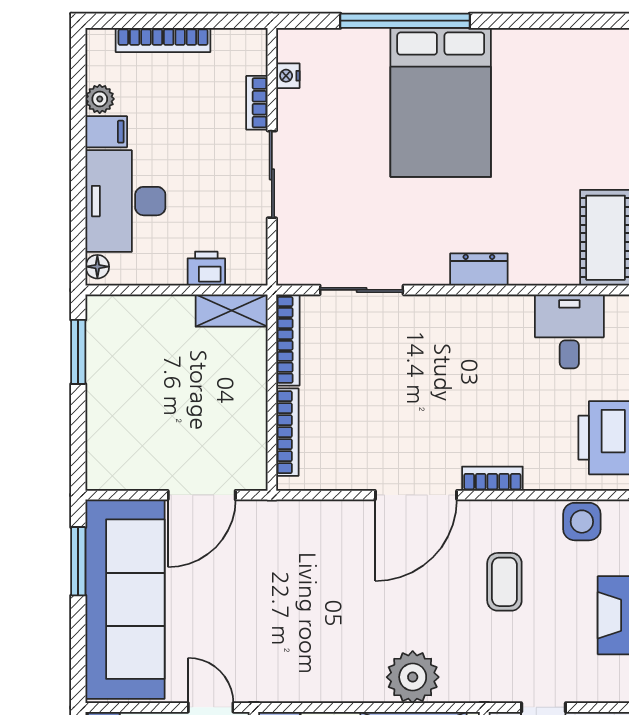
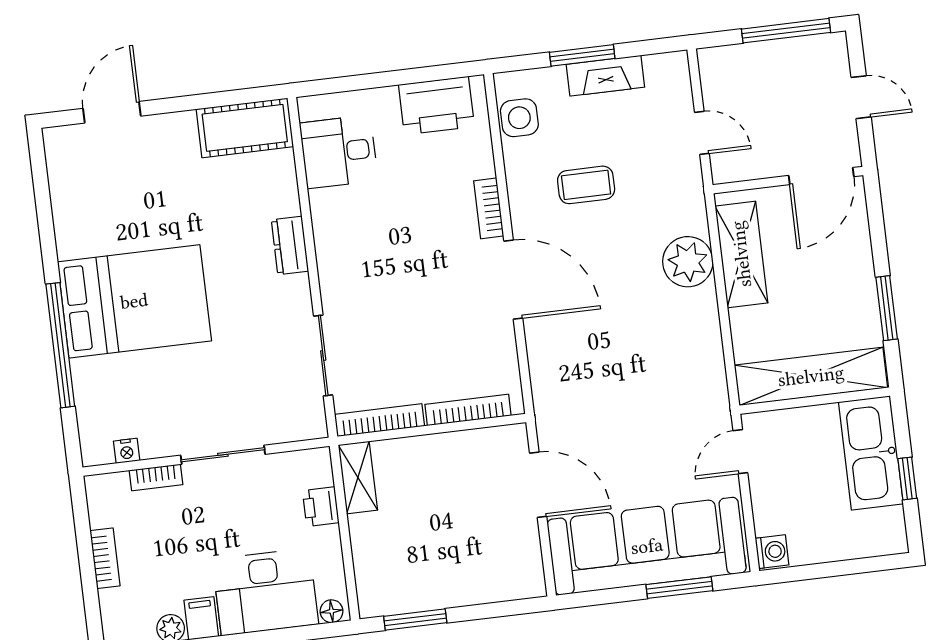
bookcase: (163, 40) -> (105, 558), width x0.64
window: (78, 561) -> (679, 588), moved

